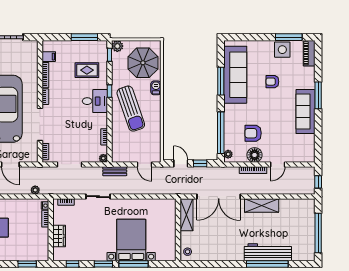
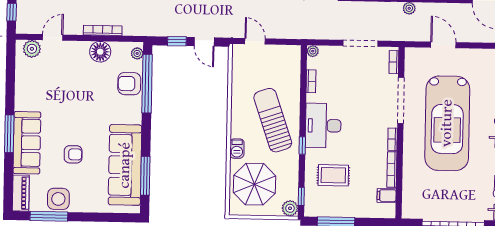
window: (221, 81) -> (145, 176), moved
desk: (95, 101) -> (323, 126), width x1.37
sofa: (305, 112) -> (27, 143), moved
armchair: (253, 133) -> (129, 84), moved, turned 180
plant: (303, 156) -> (32, 49), added
door: (278, 164) -> (53, 37), moved
bench: (115, 171) -> (297, 33), removed

